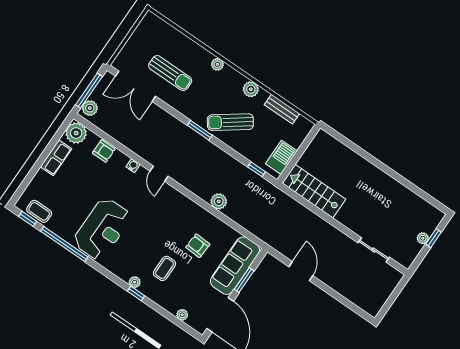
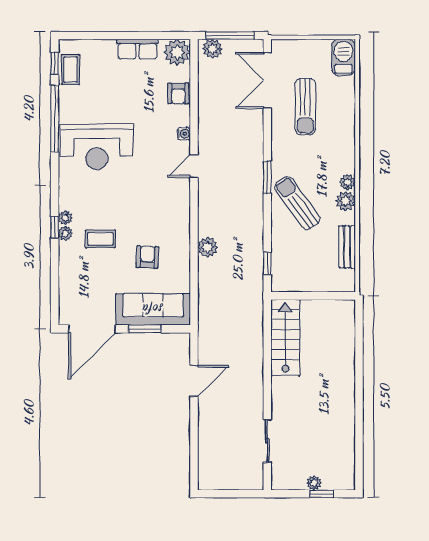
plant: (217, 64) -> (348, 182), moved
barbecue: (281, 157) -> (343, 57), moved, turned -90
plant: (182, 315) -> (65, 233), moved

